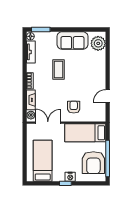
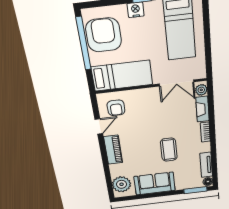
piano: (100, 75) -> (113, 150), added
armchair: (74, 107) -> (116, 108), moved

